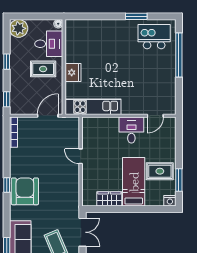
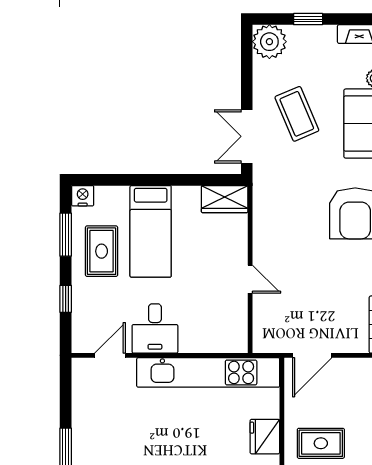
kitchen unit: (93, 107) -> (208, 372), width x1.36
window: (179, 146) -> (66, 299), added
rug: (160, 171) -> (102, 251), turned 90
wardrobe: (109, 199) -> (225, 199), moved

